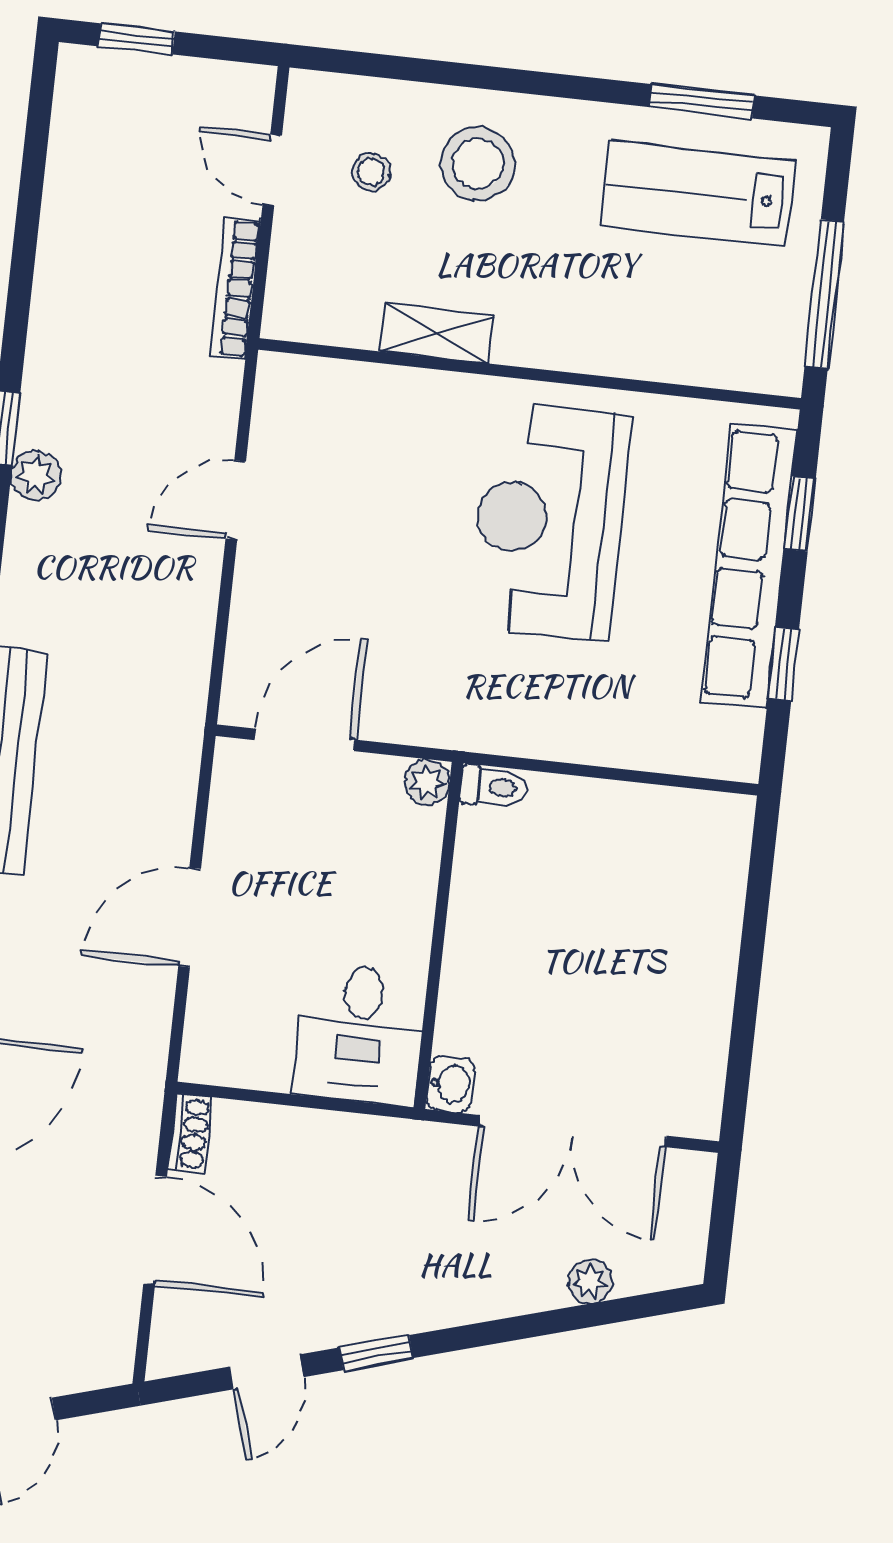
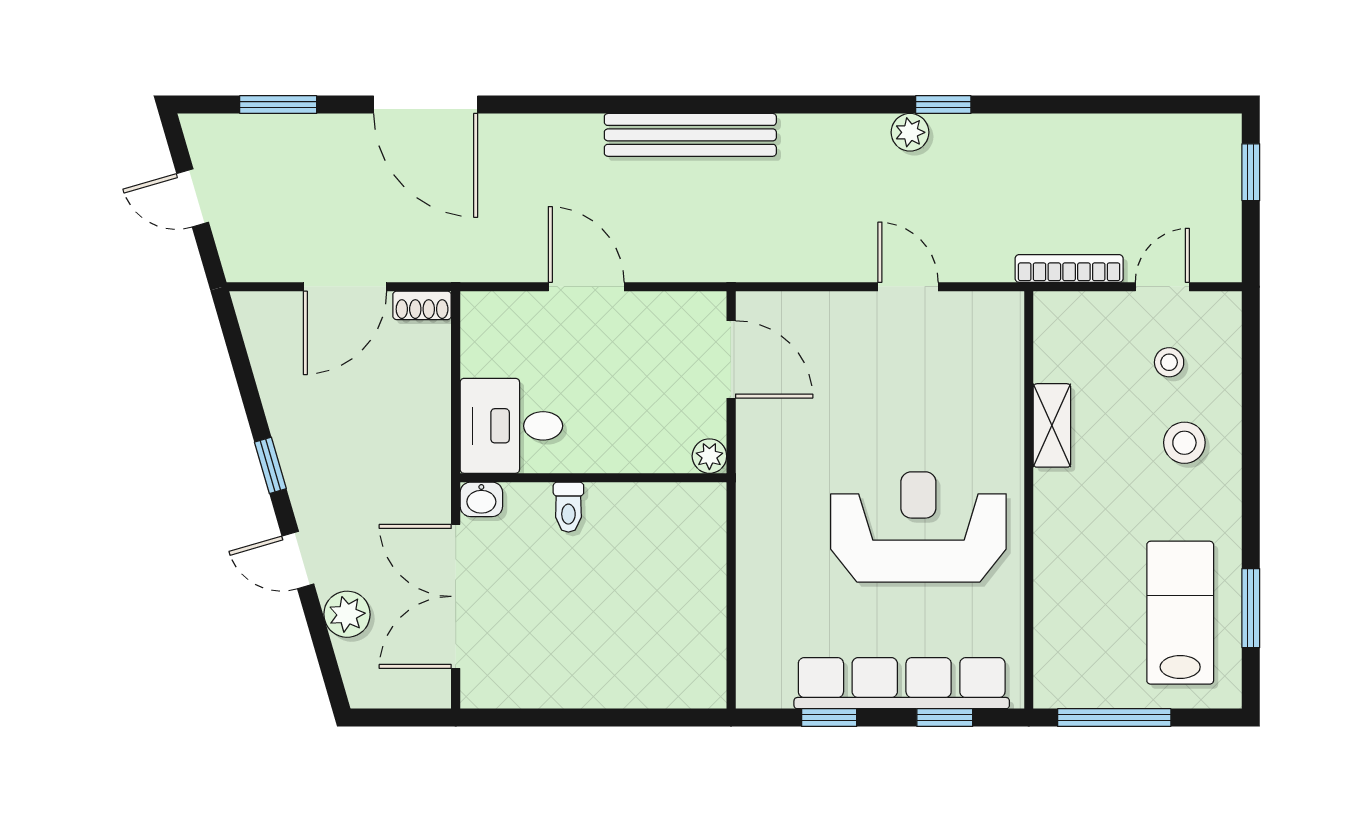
stool: (478, 164) -> (1184, 443), width x0.73, depth x0.73
toilet: (493, 787) -> (568, 507), moved
plant: (590, 1281) -> (347, 614), width x1.38, depth x1.38
door: (267, 1372) -> (298, 560), moved

